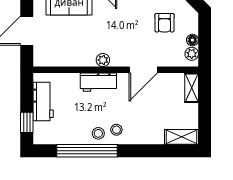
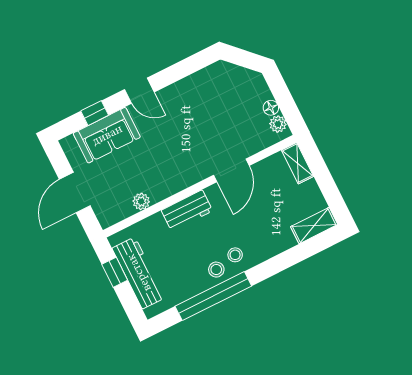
armchair: (164, 23) -> (229, 104), removed
plant: (103, 60) -> (141, 201), moved
workbench: (43, 101) -> (139, 273), width x1.38
window: (27, 122) -> (115, 272), moved

